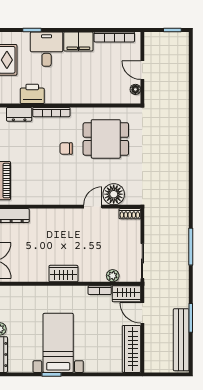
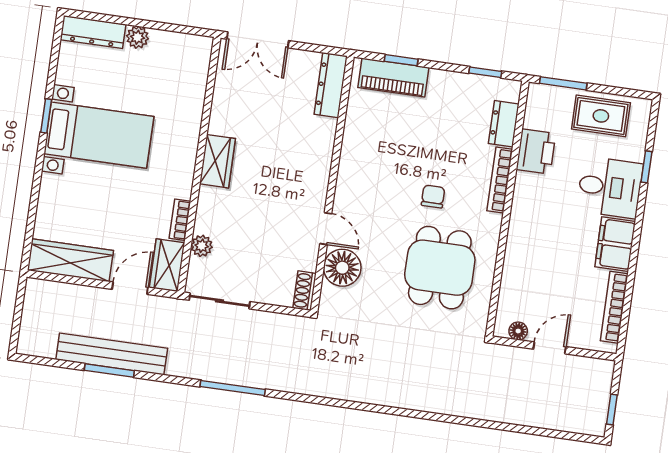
bench: (181, 340) -> (112, 354), moved

